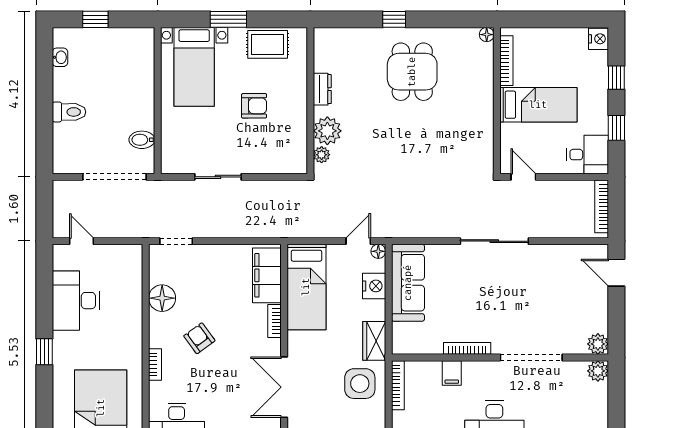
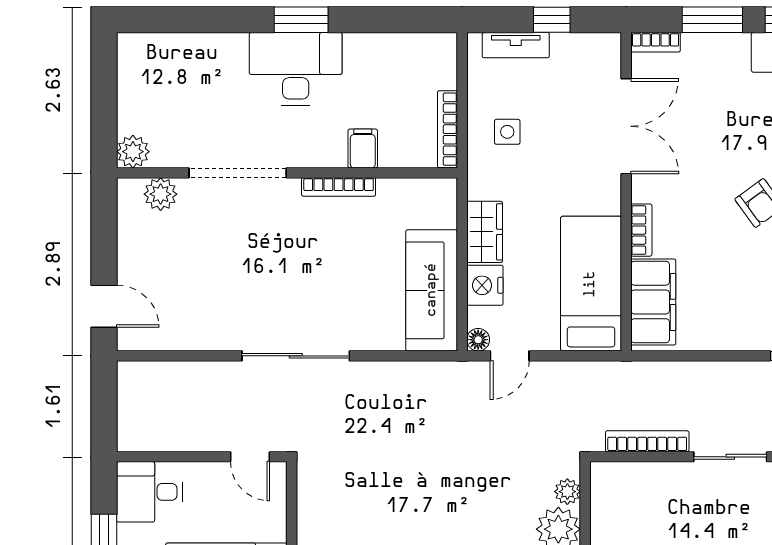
bookcase: (602, 206) -> (647, 441), moved, turned -90
wardrobe: (374, 341) -> (485, 232), moved
plant: (598, 344) -> (161, 194), moved
side table: (360, 384) -> (507, 132), width x0.54, depth x0.54

